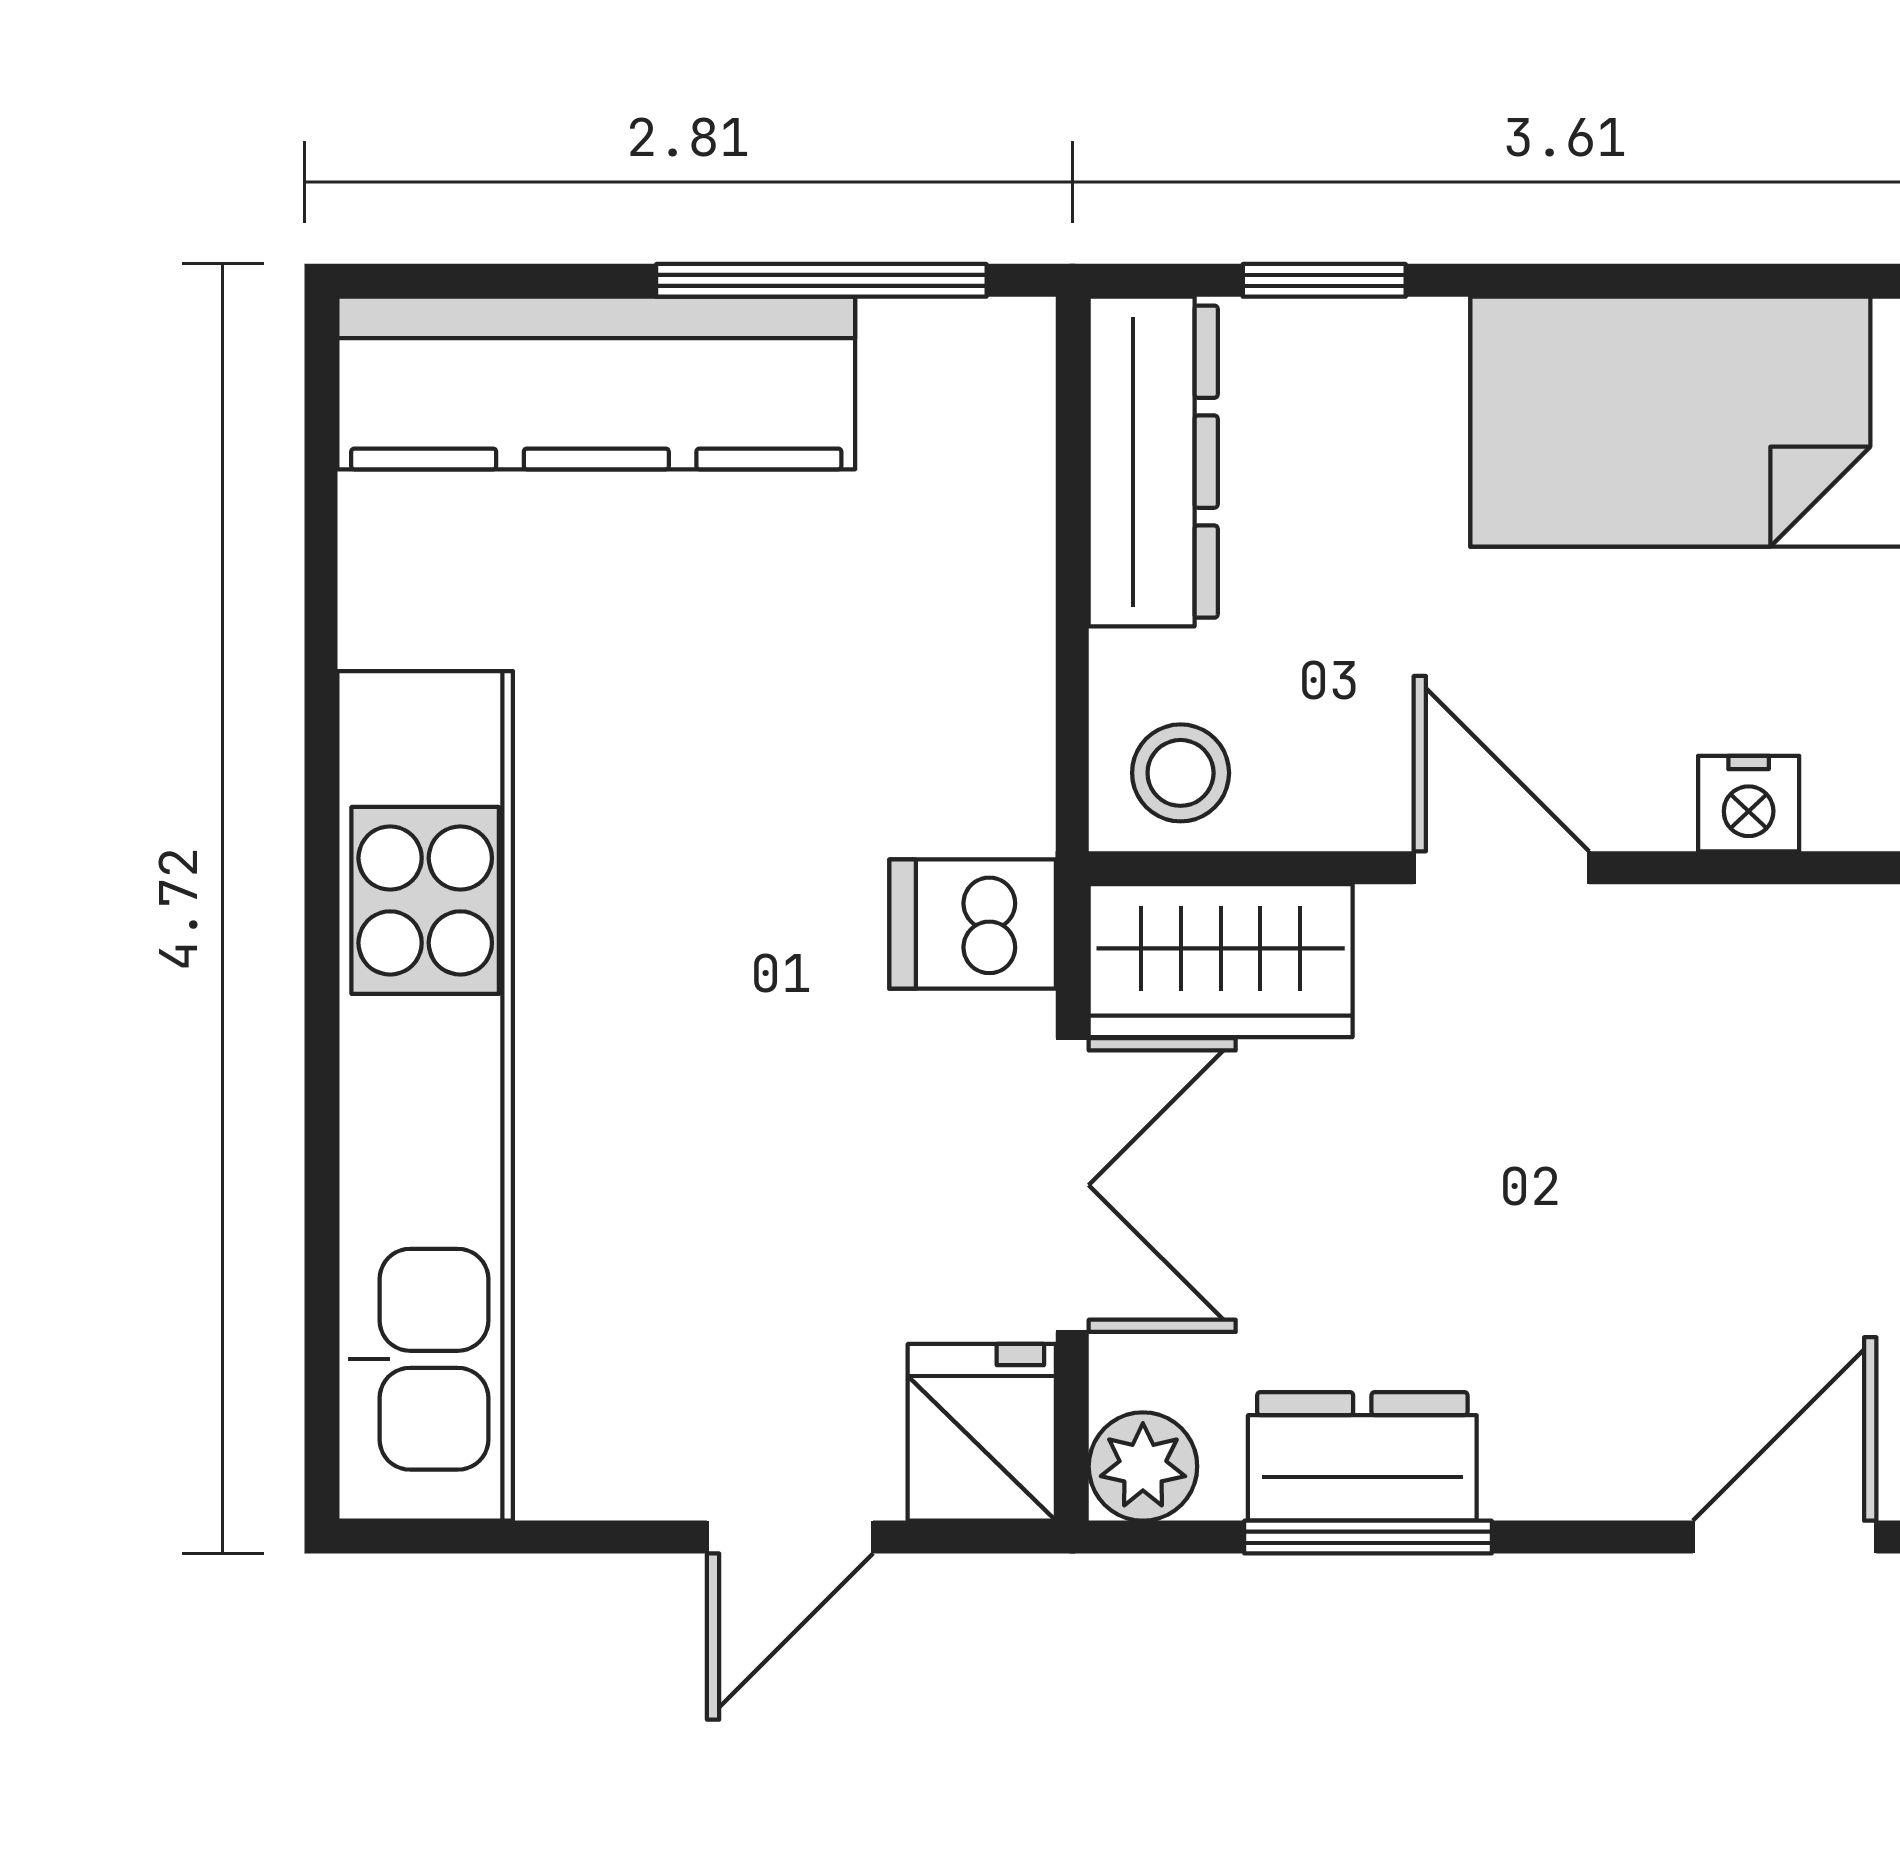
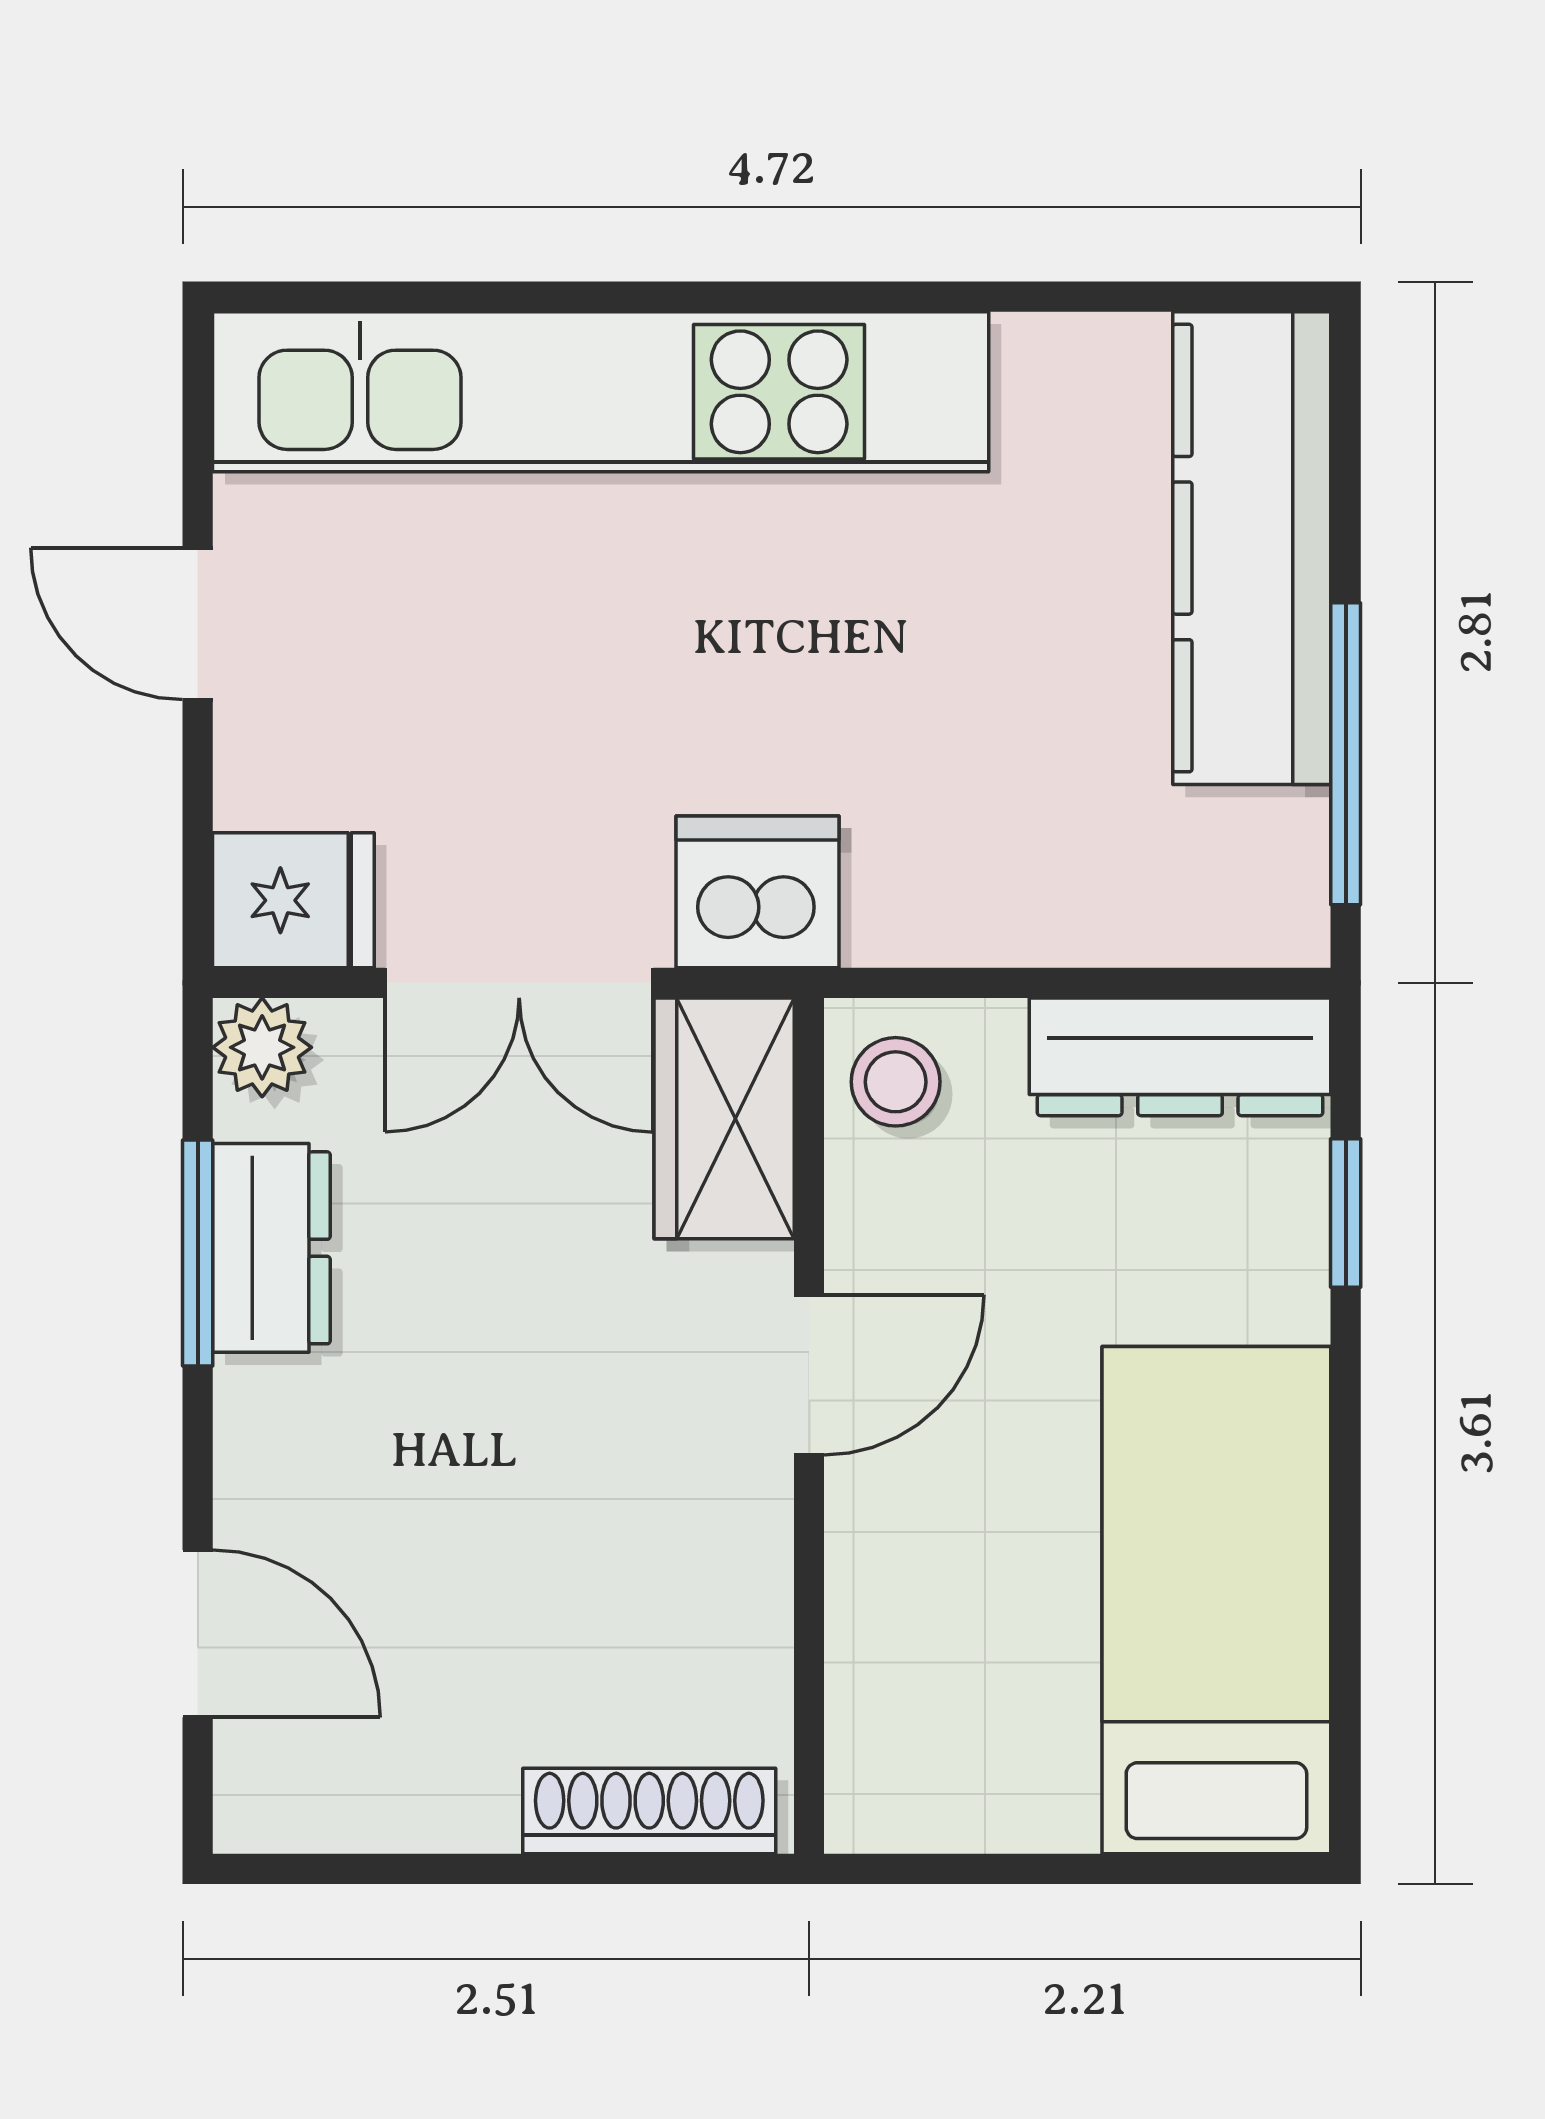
nightstand: (1749, 804) -> (868, 1601), removed
dishwasher: (973, 924) -> (758, 892), width x1.38
door: (790, 1537) -> (198, 624), moved

